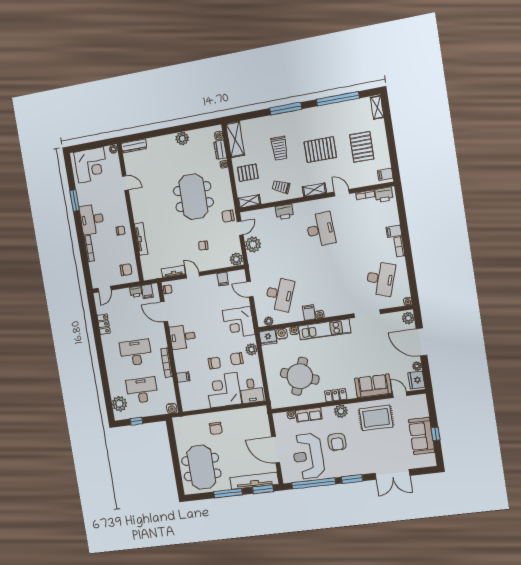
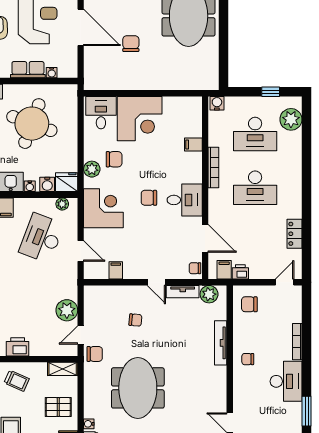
plant: (236, 259) -> (209, 294), moved
chair: (214, 363) -> (149, 198), moved
chair: (216, 428) -> (131, 44), moved

